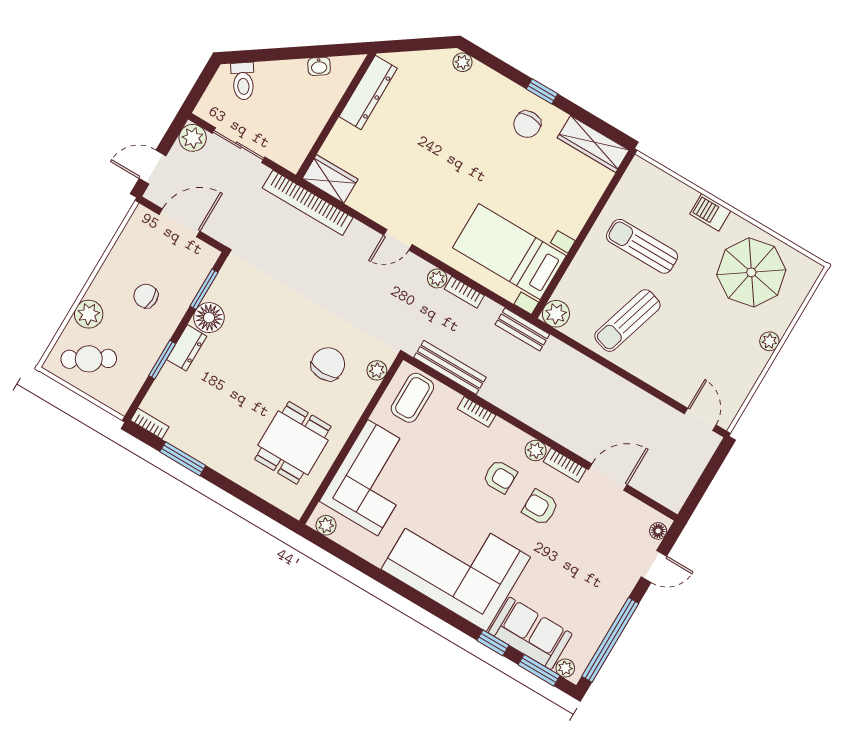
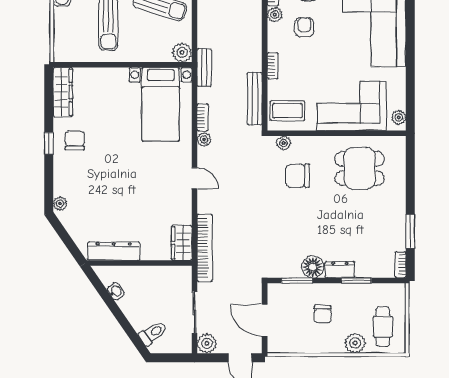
chair: (527, 124) -> (75, 140), turned -90
cafe table: (89, 359) -> (383, 327), turned 32

